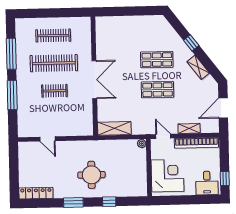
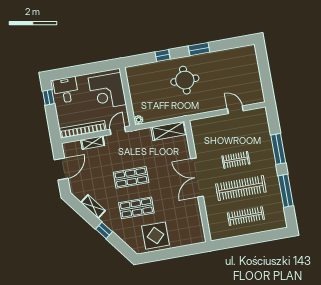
display table: (143, 30) -> (156, 236), added
door: (163, 136) -> (118, 131), swing flipped
locker: (36, 193) -> (239, 53), removed

